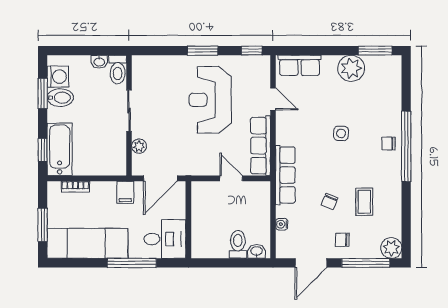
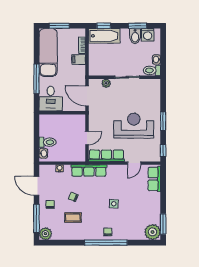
plant: (351, 68) -> (153, 232), moved
filing cabinet: (125, 192) -> (79, 59), moved

